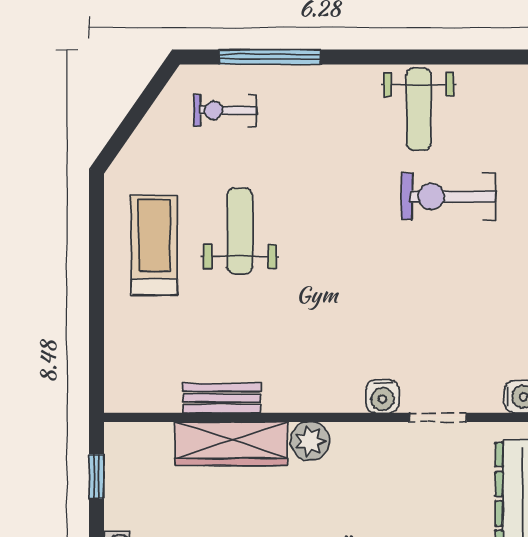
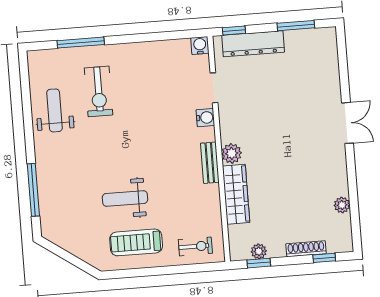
weight bench: (419, 109) -> (54, 110), turned -90
exercise bike: (225, 110) -> (195, 246), moved, turned -90
bench: (222, 398) -> (210, 163), moved
plant: (119, 478) -> (259, 251), added

